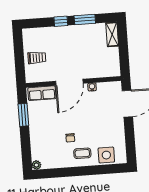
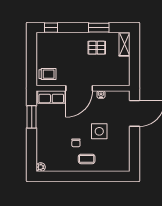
window: (61, 21) -> (51, 28), moved
pallet: (84, 40) -> (97, 48), added
trolley: (37, 58) -> (48, 74), moved
side table: (106, 155) -> (99, 131), moved

